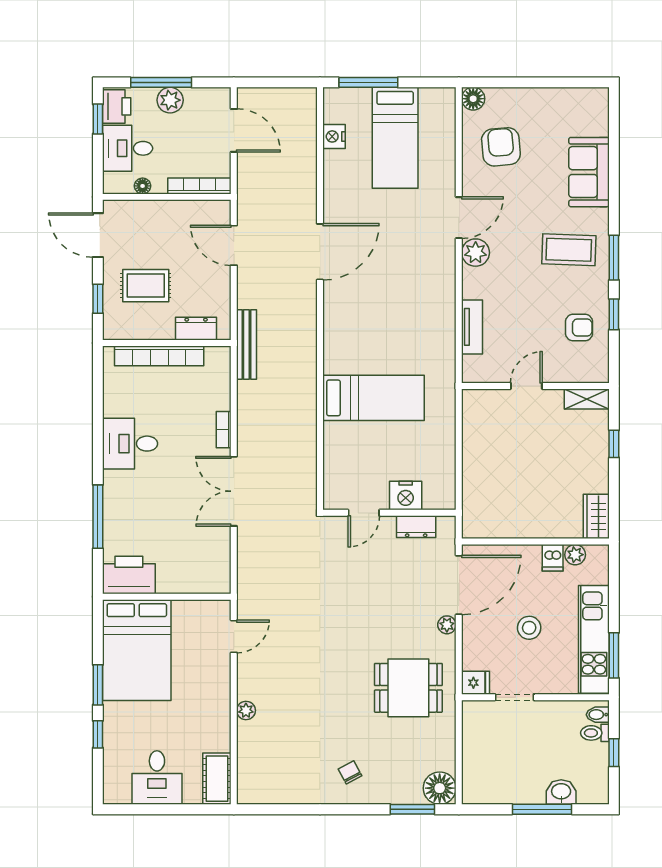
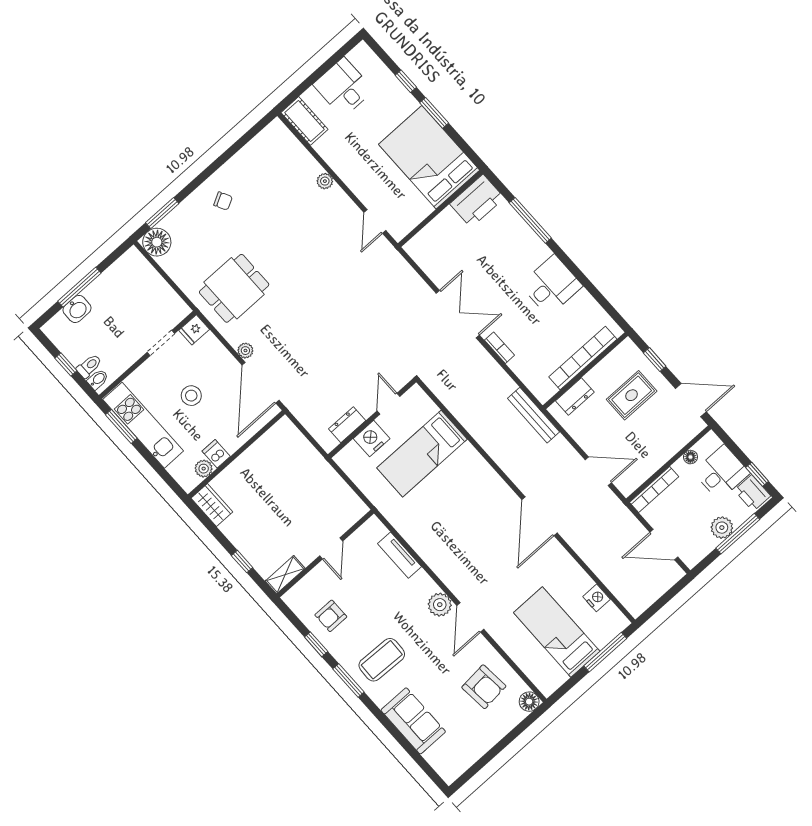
nightstand: (406, 496) -> (372, 439), moved
door: (364, 513) -> (388, 404), moved
wall: (389, 513) -> (372, 418), moved
dresser: (416, 527) -> (347, 425), moved

